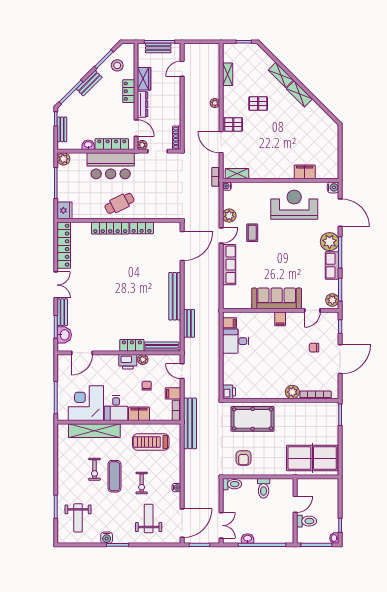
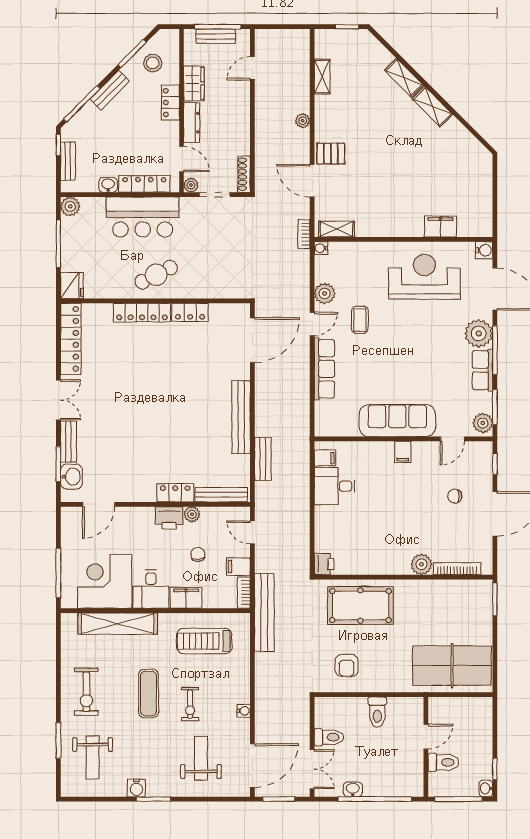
pallet: (258, 104) -> (369, 122), removed
exercise bike: (94, 469) -> (86, 692), moved, width x1.38, depth x1.39
toilet: (232, 484) -> (329, 737), moved

